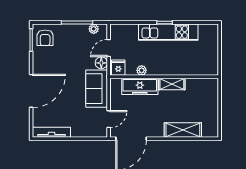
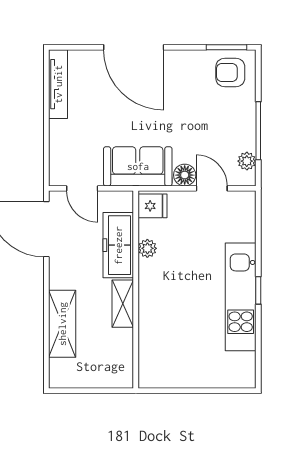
fridge: (118, 68) -> (152, 206), moved
plant: (142, 70) -> (147, 248), moved
wall: (164, 77) -> (136, 290), moved
shelving: (172, 84) -> (123, 304), moved
freezer: (140, 86) -> (118, 245), moved

